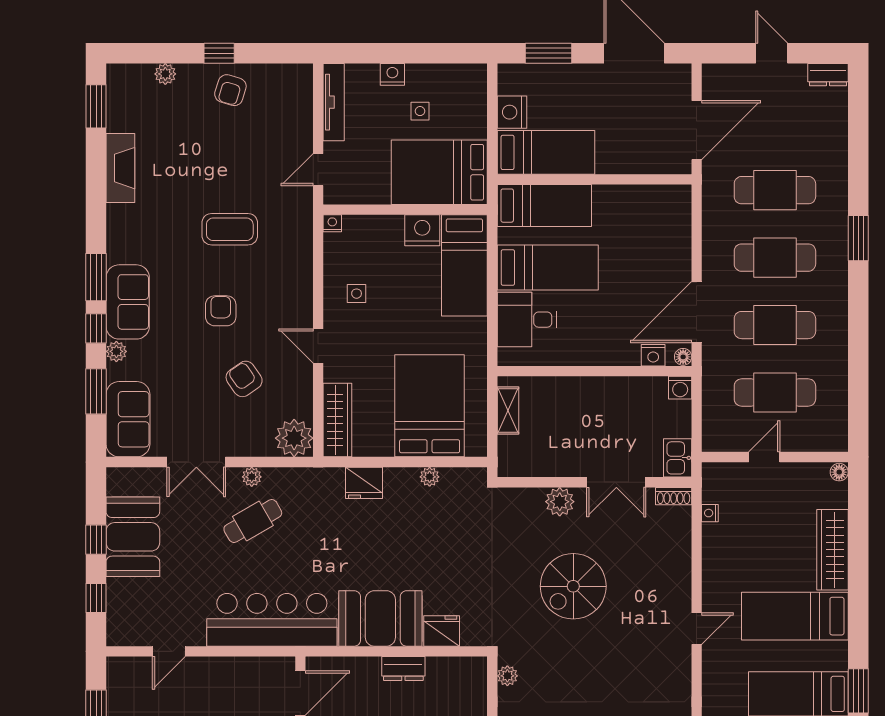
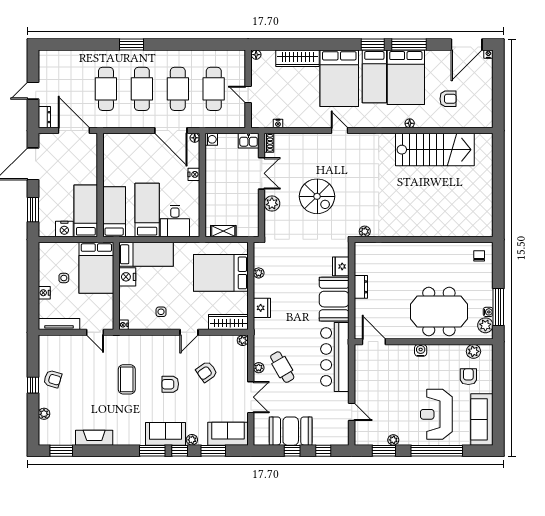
dresser: (828, 75) -> (44, 117), moved
nightstand: (653, 355) -> (194, 174), moved
plant: (294, 438) -> (243, 340), width x0.53, depth x0.53
bed: (795, 616) -> (339, 78), width x1.50

